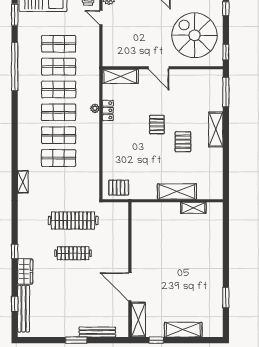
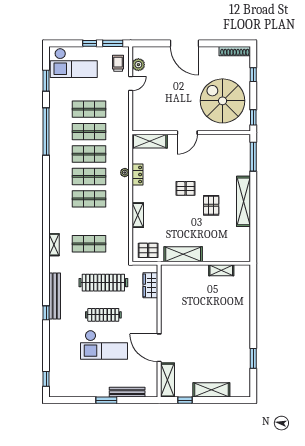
door: (101, 18) -> (131, 84), swing flipped
door: (159, 68) -> (187, 133), hinge flipped
pallet: (157, 125) -> (186, 188), turned 90
shelving: (216, 130) -> (243, 201), width x1.47
shelving: (108, 152) -> (138, 215), added
shop shelf: (59, 158) -> (89, 244), moved
shelving: (177, 192) -> (183, 254), moved
wardrobe: (25, 271) -> (150, 285), moved, turned 180
checkout: (74, 284) -> (104, 345), added
window: (15, 304) -> (46, 379), moved
bench: (24, 309) -> (55, 296), moved

